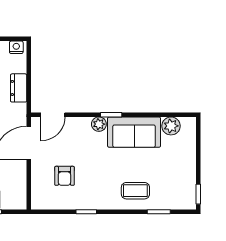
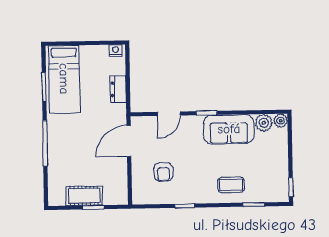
door: (53, 115) -> (169, 114), moved
plant: (99, 124) -> (281, 121), moved

